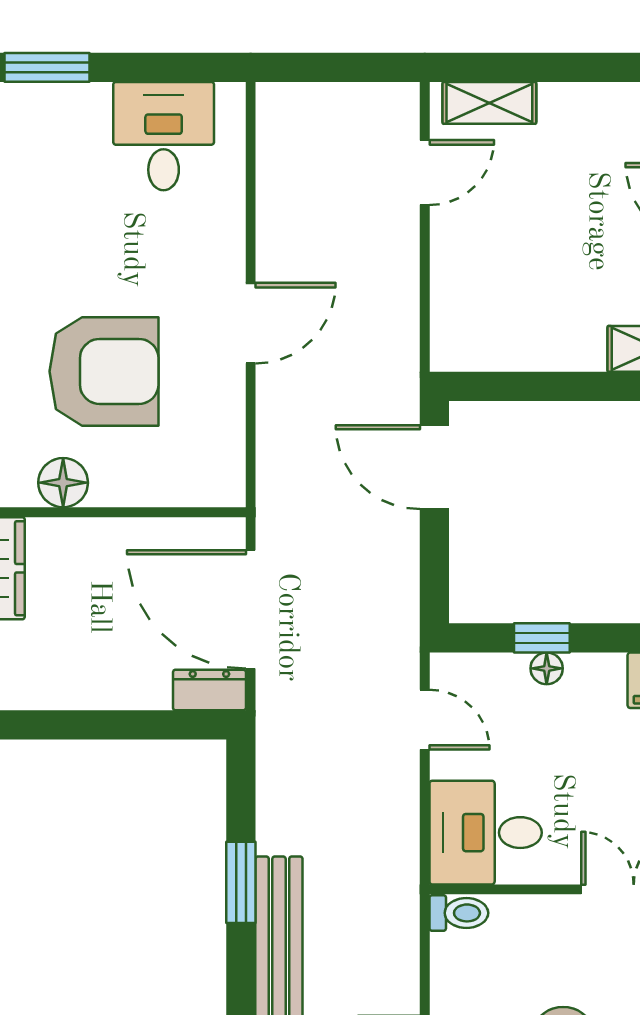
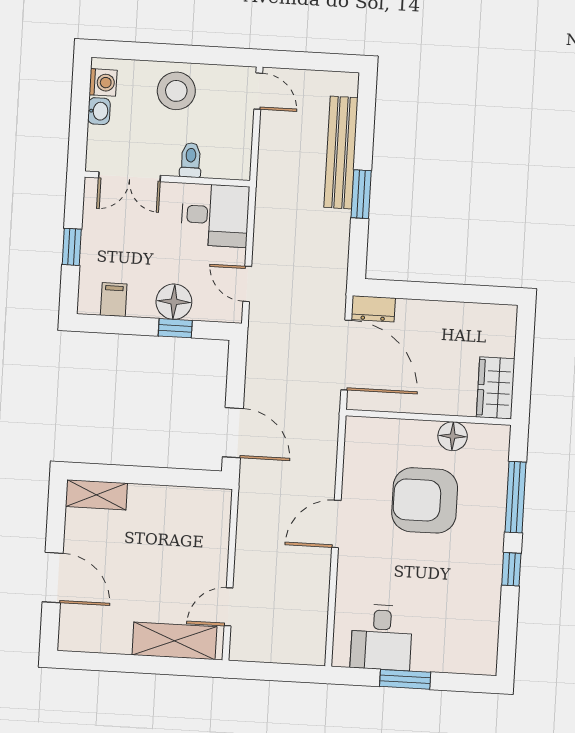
window: (47, 67) -> (405, 679), moved
shelving: (489, 103) -> (174, 641), width x1.50, depth x1.33
floor lamp: (547, 668) -> (174, 302), width x1.89, depth x1.89
toilet: (459, 913) -> (191, 160), moved, turned 90

